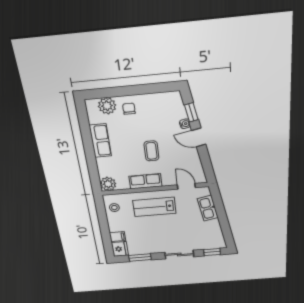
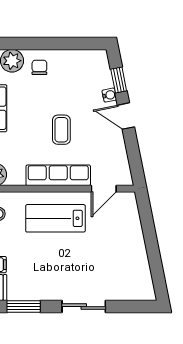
row of seats: (145, 181) -> (58, 175), width x1.48
door: (186, 186) -> (104, 189), swing flipped
kitchen sink: (208, 208) -> (131, 228), removed
window: (212, 252) -> (134, 307), removed

